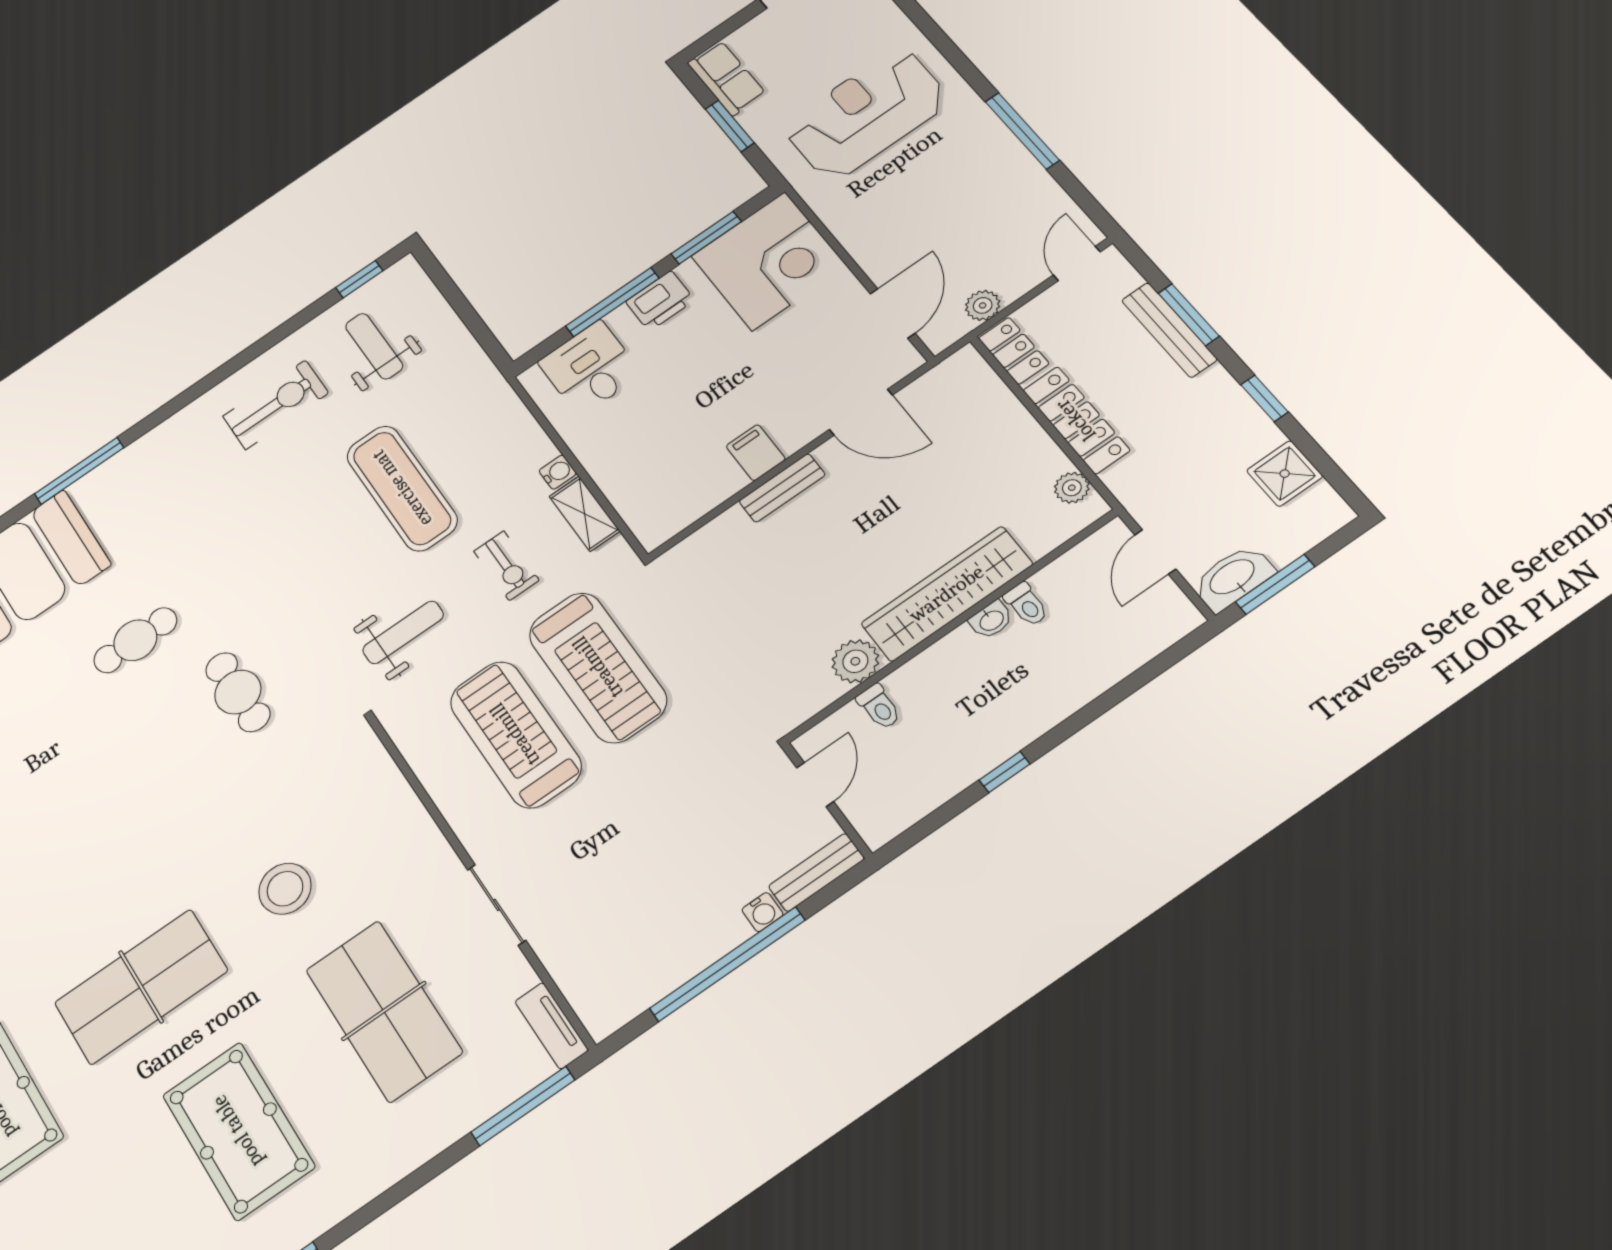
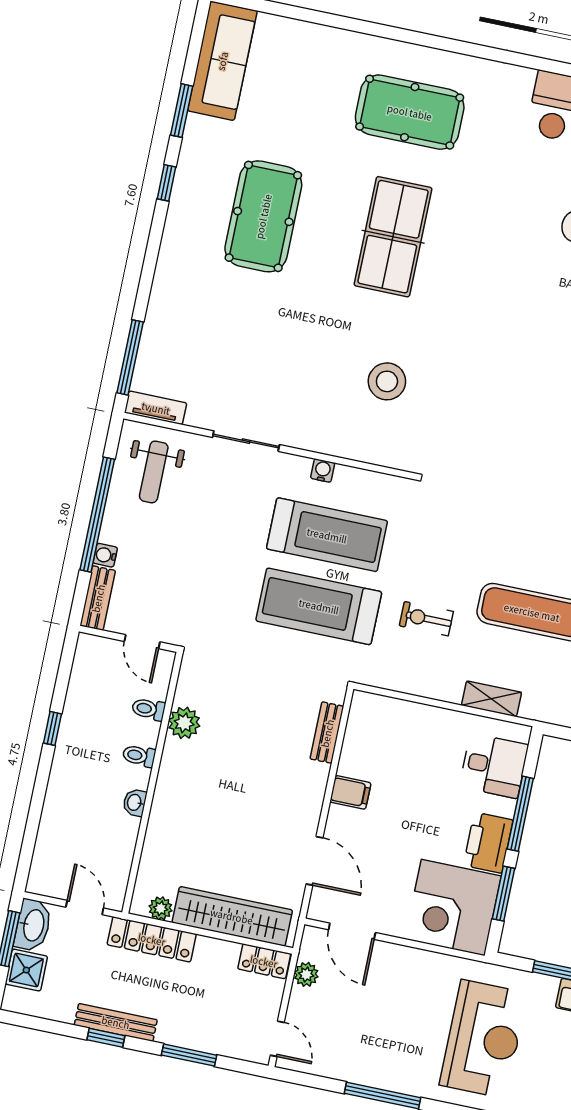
printer: (660, 301) -> (488, 843), width x1.37, depth x1.19
bench: (1169, 330) -> (116, 1022), moved
door: (861, 412) -> (314, 861), swing flipped
locker: (1076, 420) -> (152, 939), moved
water cooler: (558, 472) -> (323, 471), moved, turned 180
shower: (1285, 474) -> (26, 970), moved
bench: (782, 488) -> (327, 733), moved
shelving: (584, 514) -> (491, 699), moved
wardrobe: (947, 594) -> (232, 916), moved, turned -90
toilet: (1026, 605) -> (139, 756), moved
weight bench: (403, 632) -> (154, 472), moved
cafe table: (238, 692) -> (507, 427), removed
stool: (285, 889) -> (387, 381), moved
table tennis table: (384, 1011) -> (250, 339), removed
pool table: (238, 1131) -> (263, 216), turned 90

